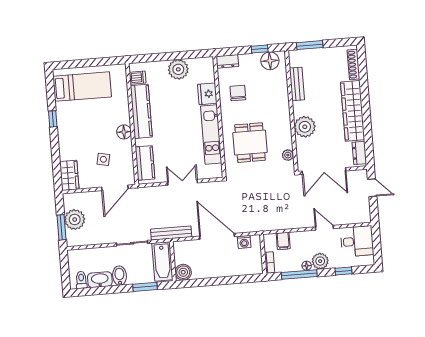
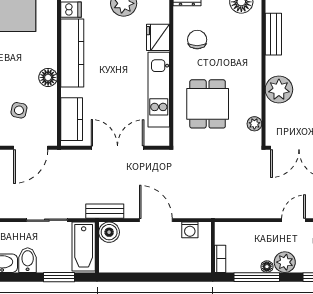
double door: (183, 182) -> (118, 148), width x1.37
door: (324, 228) -> (294, 220), hinge flipped
bench: (171, 233) -> (105, 211), width x0.73
door: (217, 236) -> (156, 220), width x0.73
filing cabinet: (283, 241) -> (240, 233), removed
boiler: (183, 272) -> (109, 232), moved

